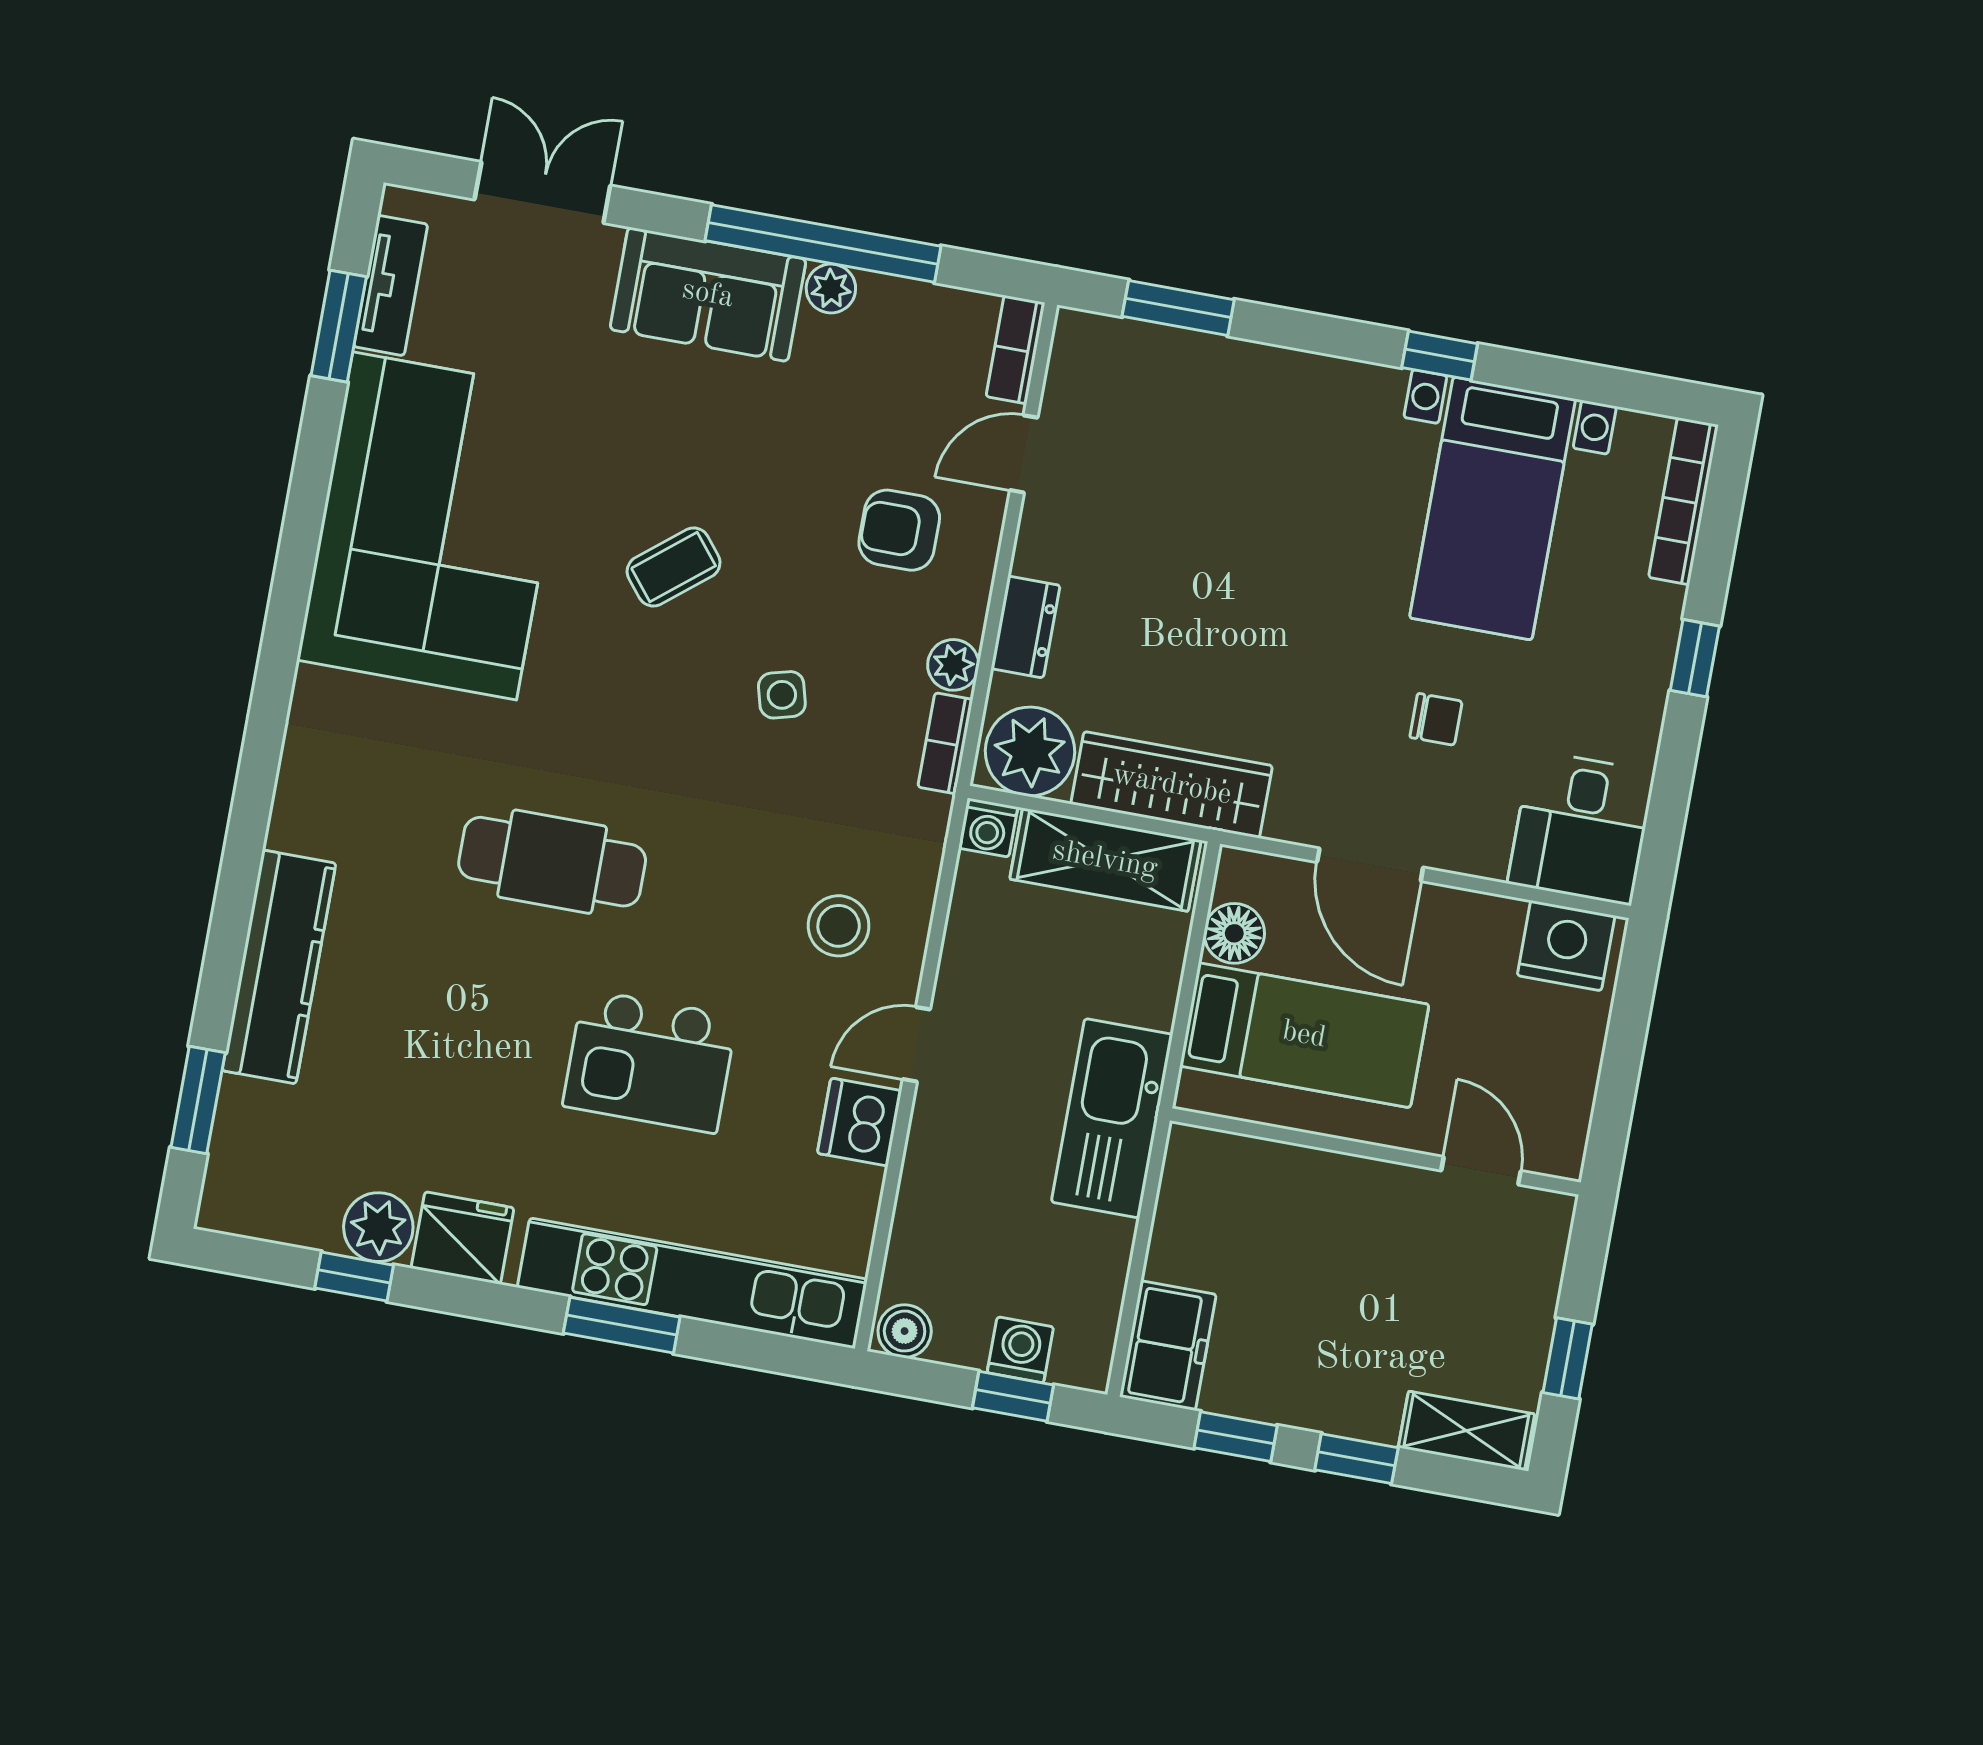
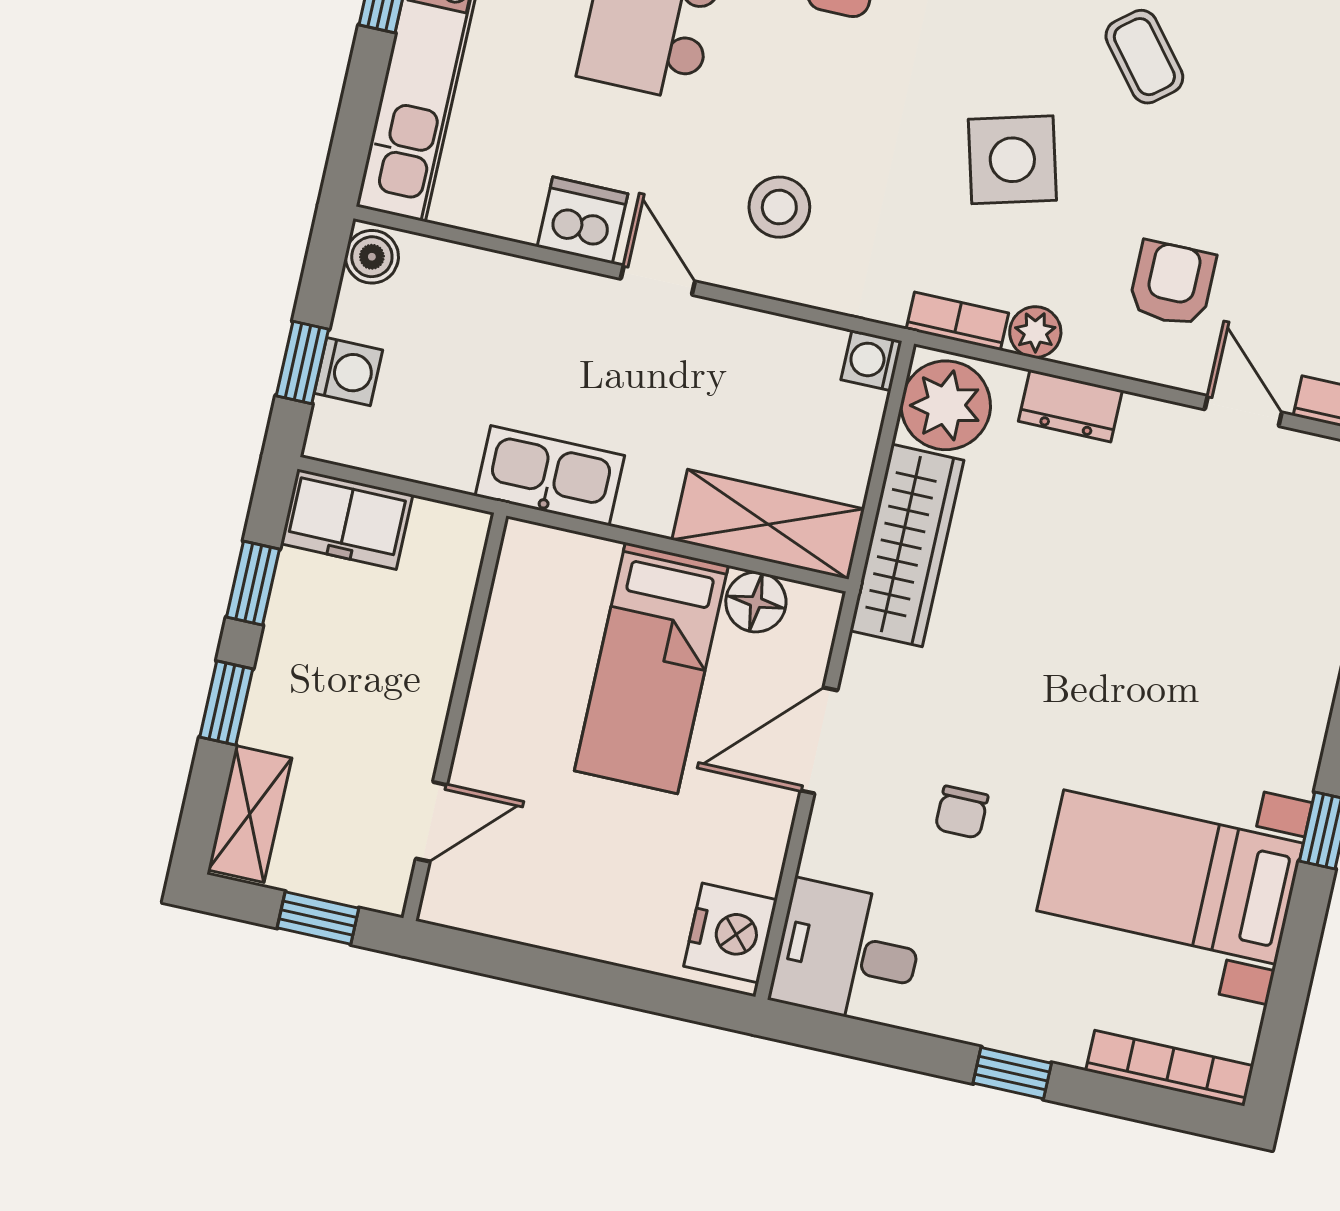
side table: (782, 695) -> (1012, 160), width x1.87, depth x1.87
shelving: (1105, 860) -> (768, 524), moved, turned 90
kitchen sink: (1112, 1118) -> (550, 476), width x0.73, depth x0.81
wall: (1375, 1151) -> (455, 717), moved
door: (1481, 1171) -> (431, 822), moved

